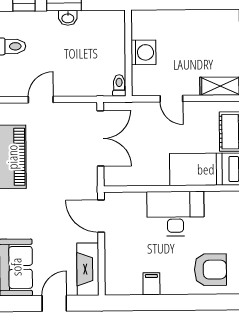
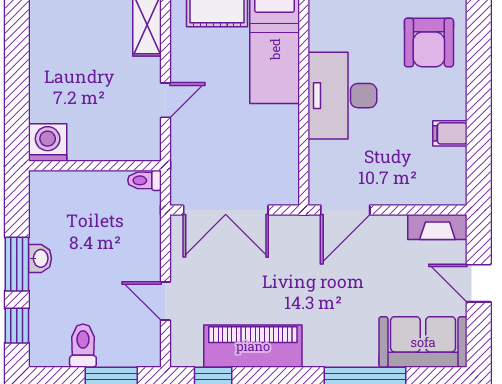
washing machine: (144, 52) -> (48, 142), moved
double door: (100, 138) -> (226, 210), swing flipped
fireplace: (88, 269) -> (437, 227), width x0.73, depth x0.76
armchair: (210, 270) -> (429, 43), turned 180

